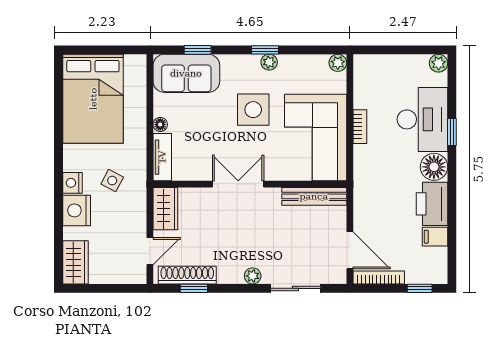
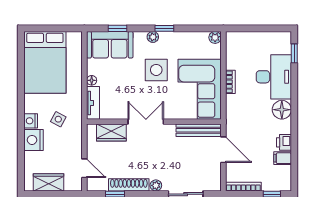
plant: (269, 62) -> (153, 37), moved
plant: (439, 63) -> (285, 38), removed
window: (452, 132) -> (294, 53), moved
printer: (432, 204) -> (284, 142), width x0.53, depth x0.68
wardrobe: (165, 209) -> (111, 133), moved, turned 90
door: (350, 250) -> (223, 150), moved
door: (150, 251) -> (84, 168), hinge flipped
wardrobe: (75, 262) -> (49, 182), moved, turned -90
shoe rack: (187, 275) -> (129, 185), moved

